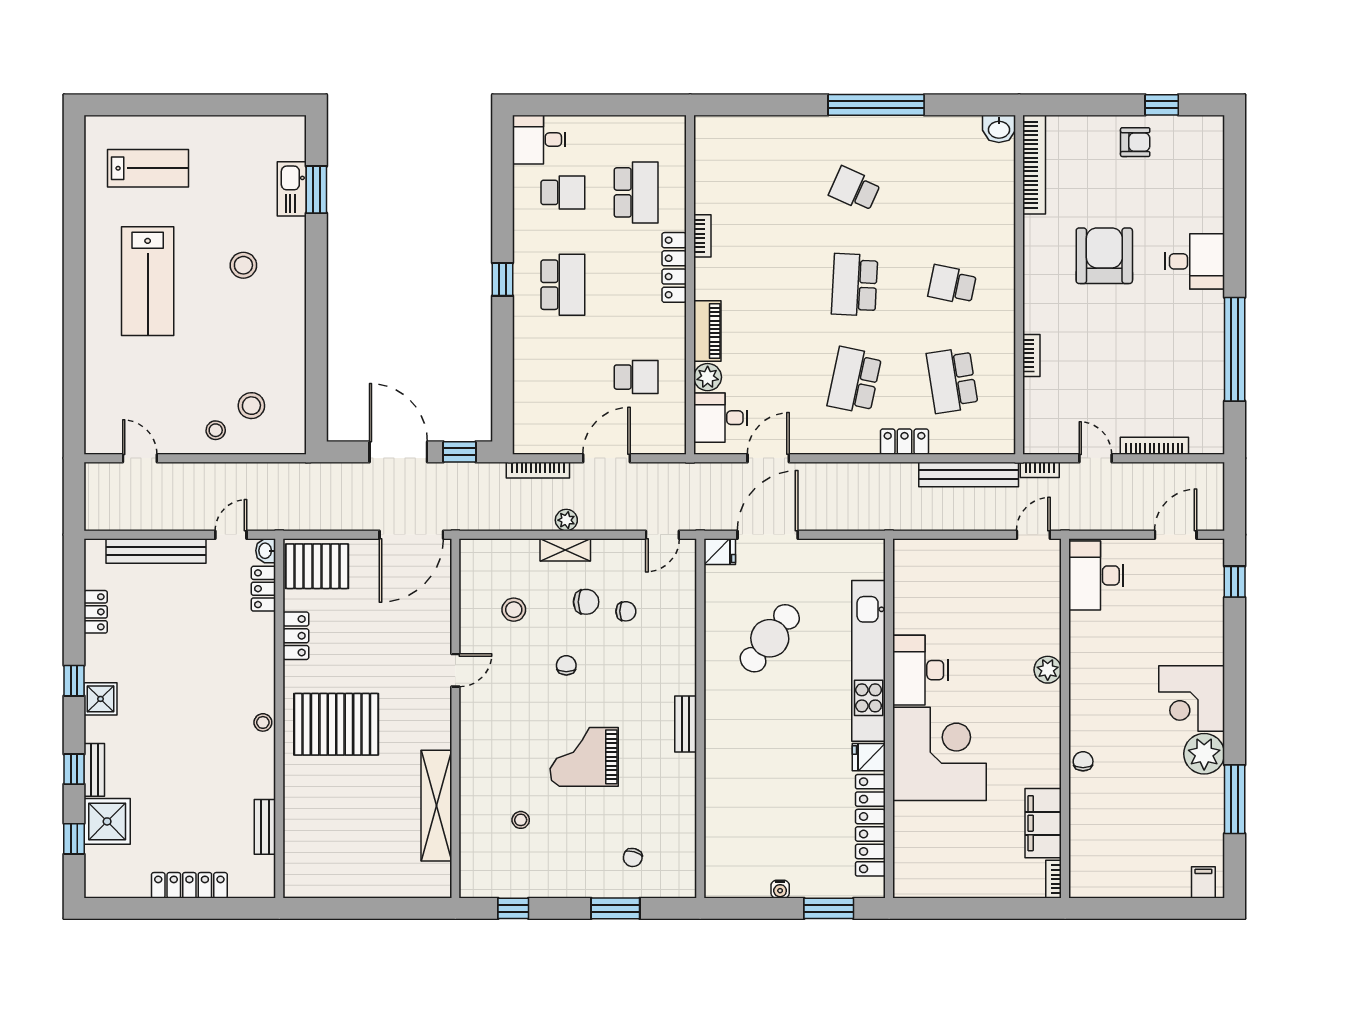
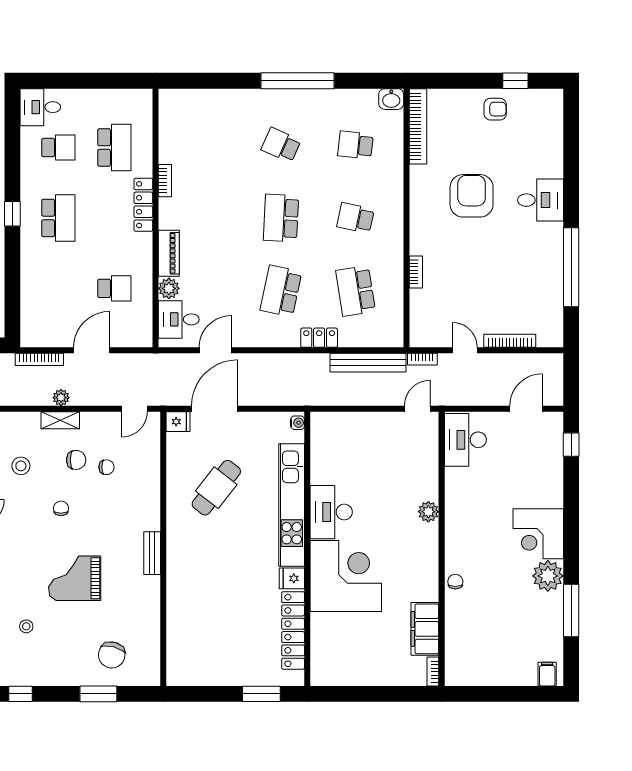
school desk: (952, 189) -> (356, 145), added
chair: (633, 857) -> (112, 655), width x1.87, depth x1.87
water cooler: (780, 889) -> (297, 423), moved, turned -90

